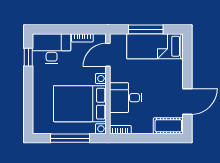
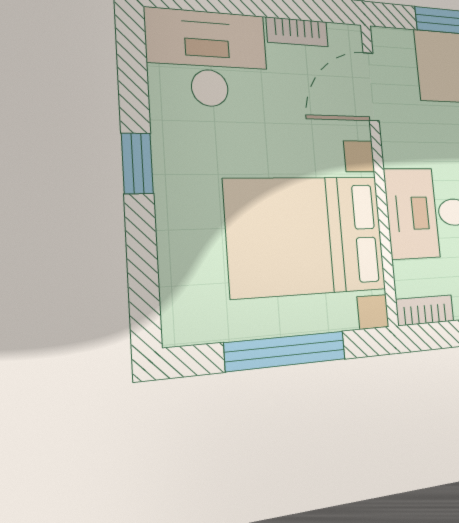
window: (28, 57) -> (137, 163), moved

